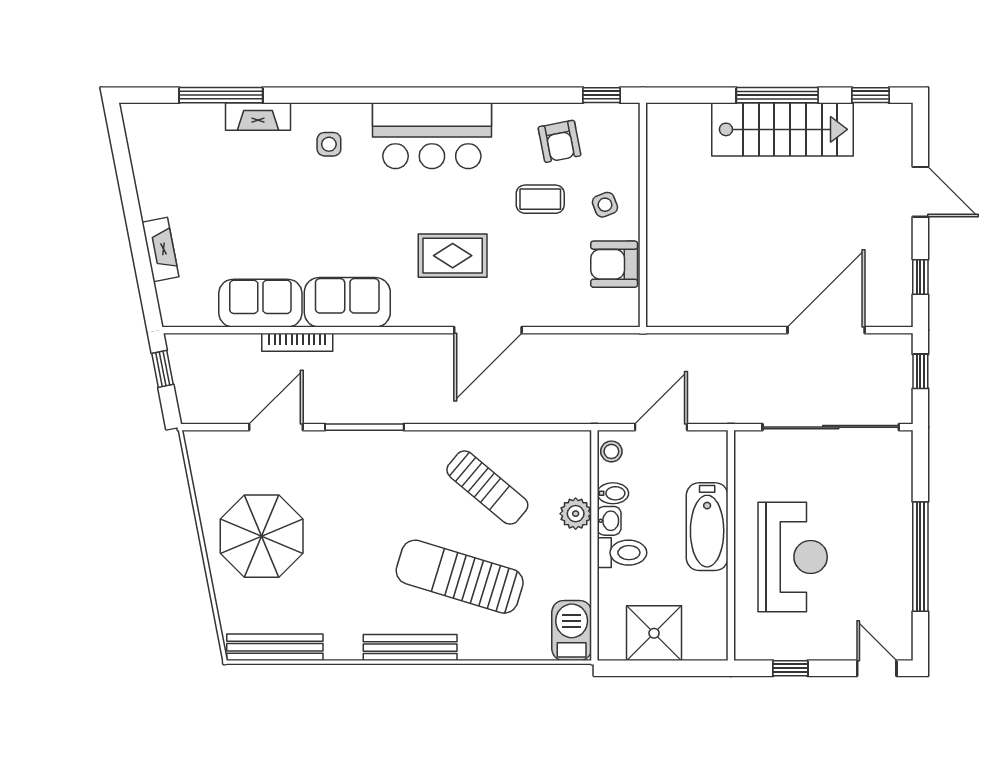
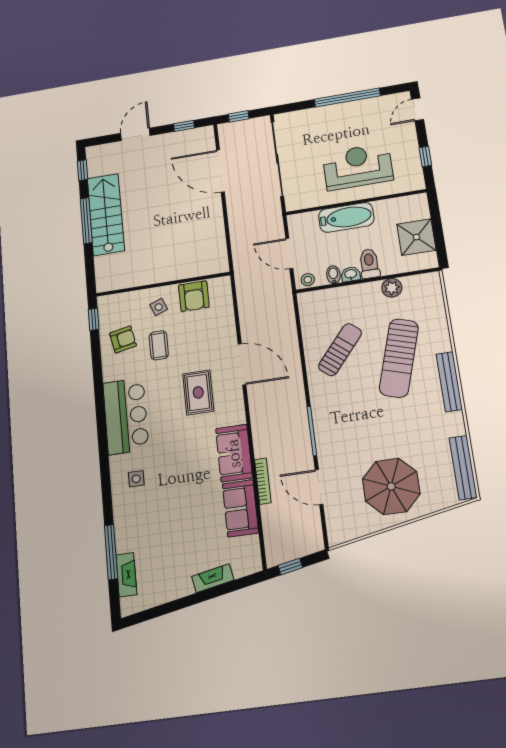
fireplace: (258, 117) -> (126, 575), moved
plant: (576, 514) -> (392, 288), moved
barbecue: (572, 631) -> (423, 285), removed

